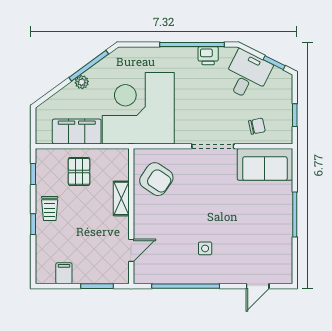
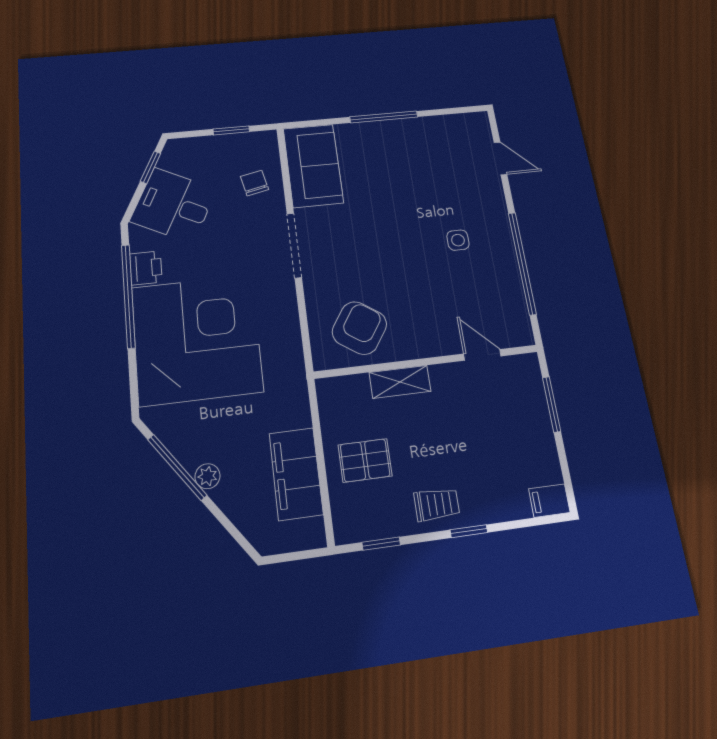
corner desk: (138, 108) -> (197, 339), moved, turned 180
filing cabinet: (64, 273) -> (549, 501), moved

